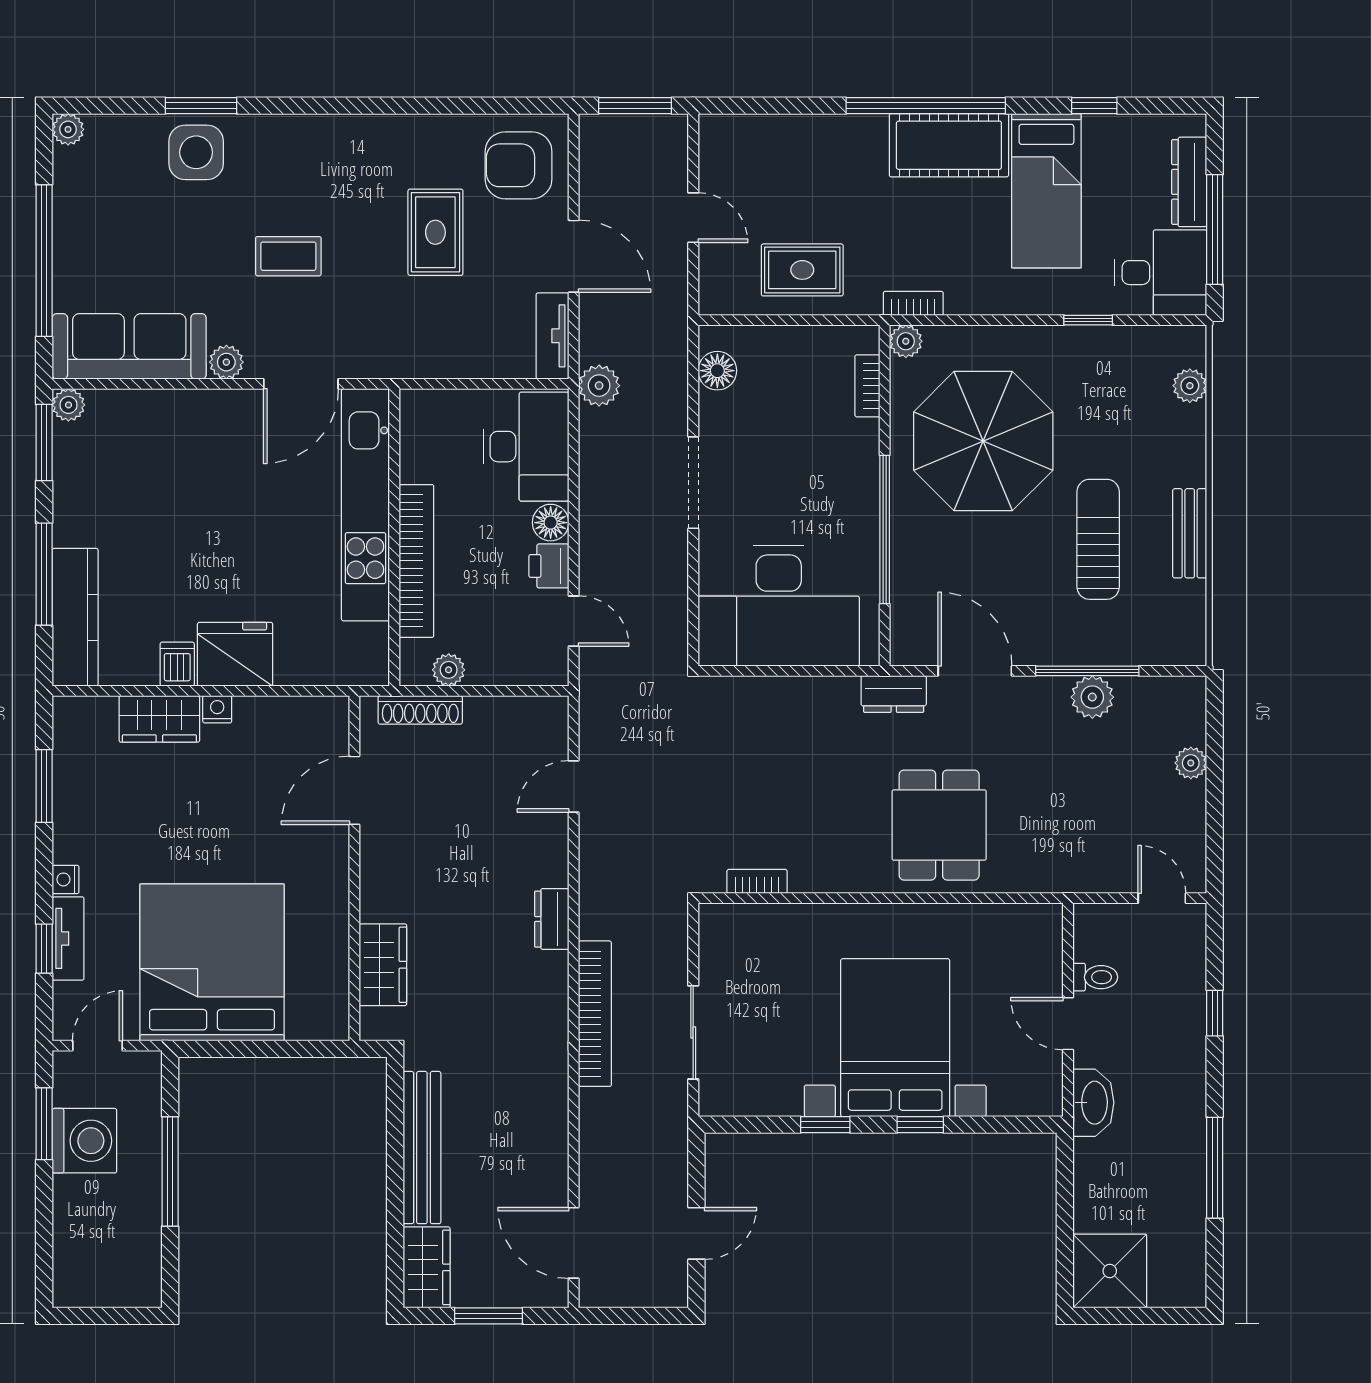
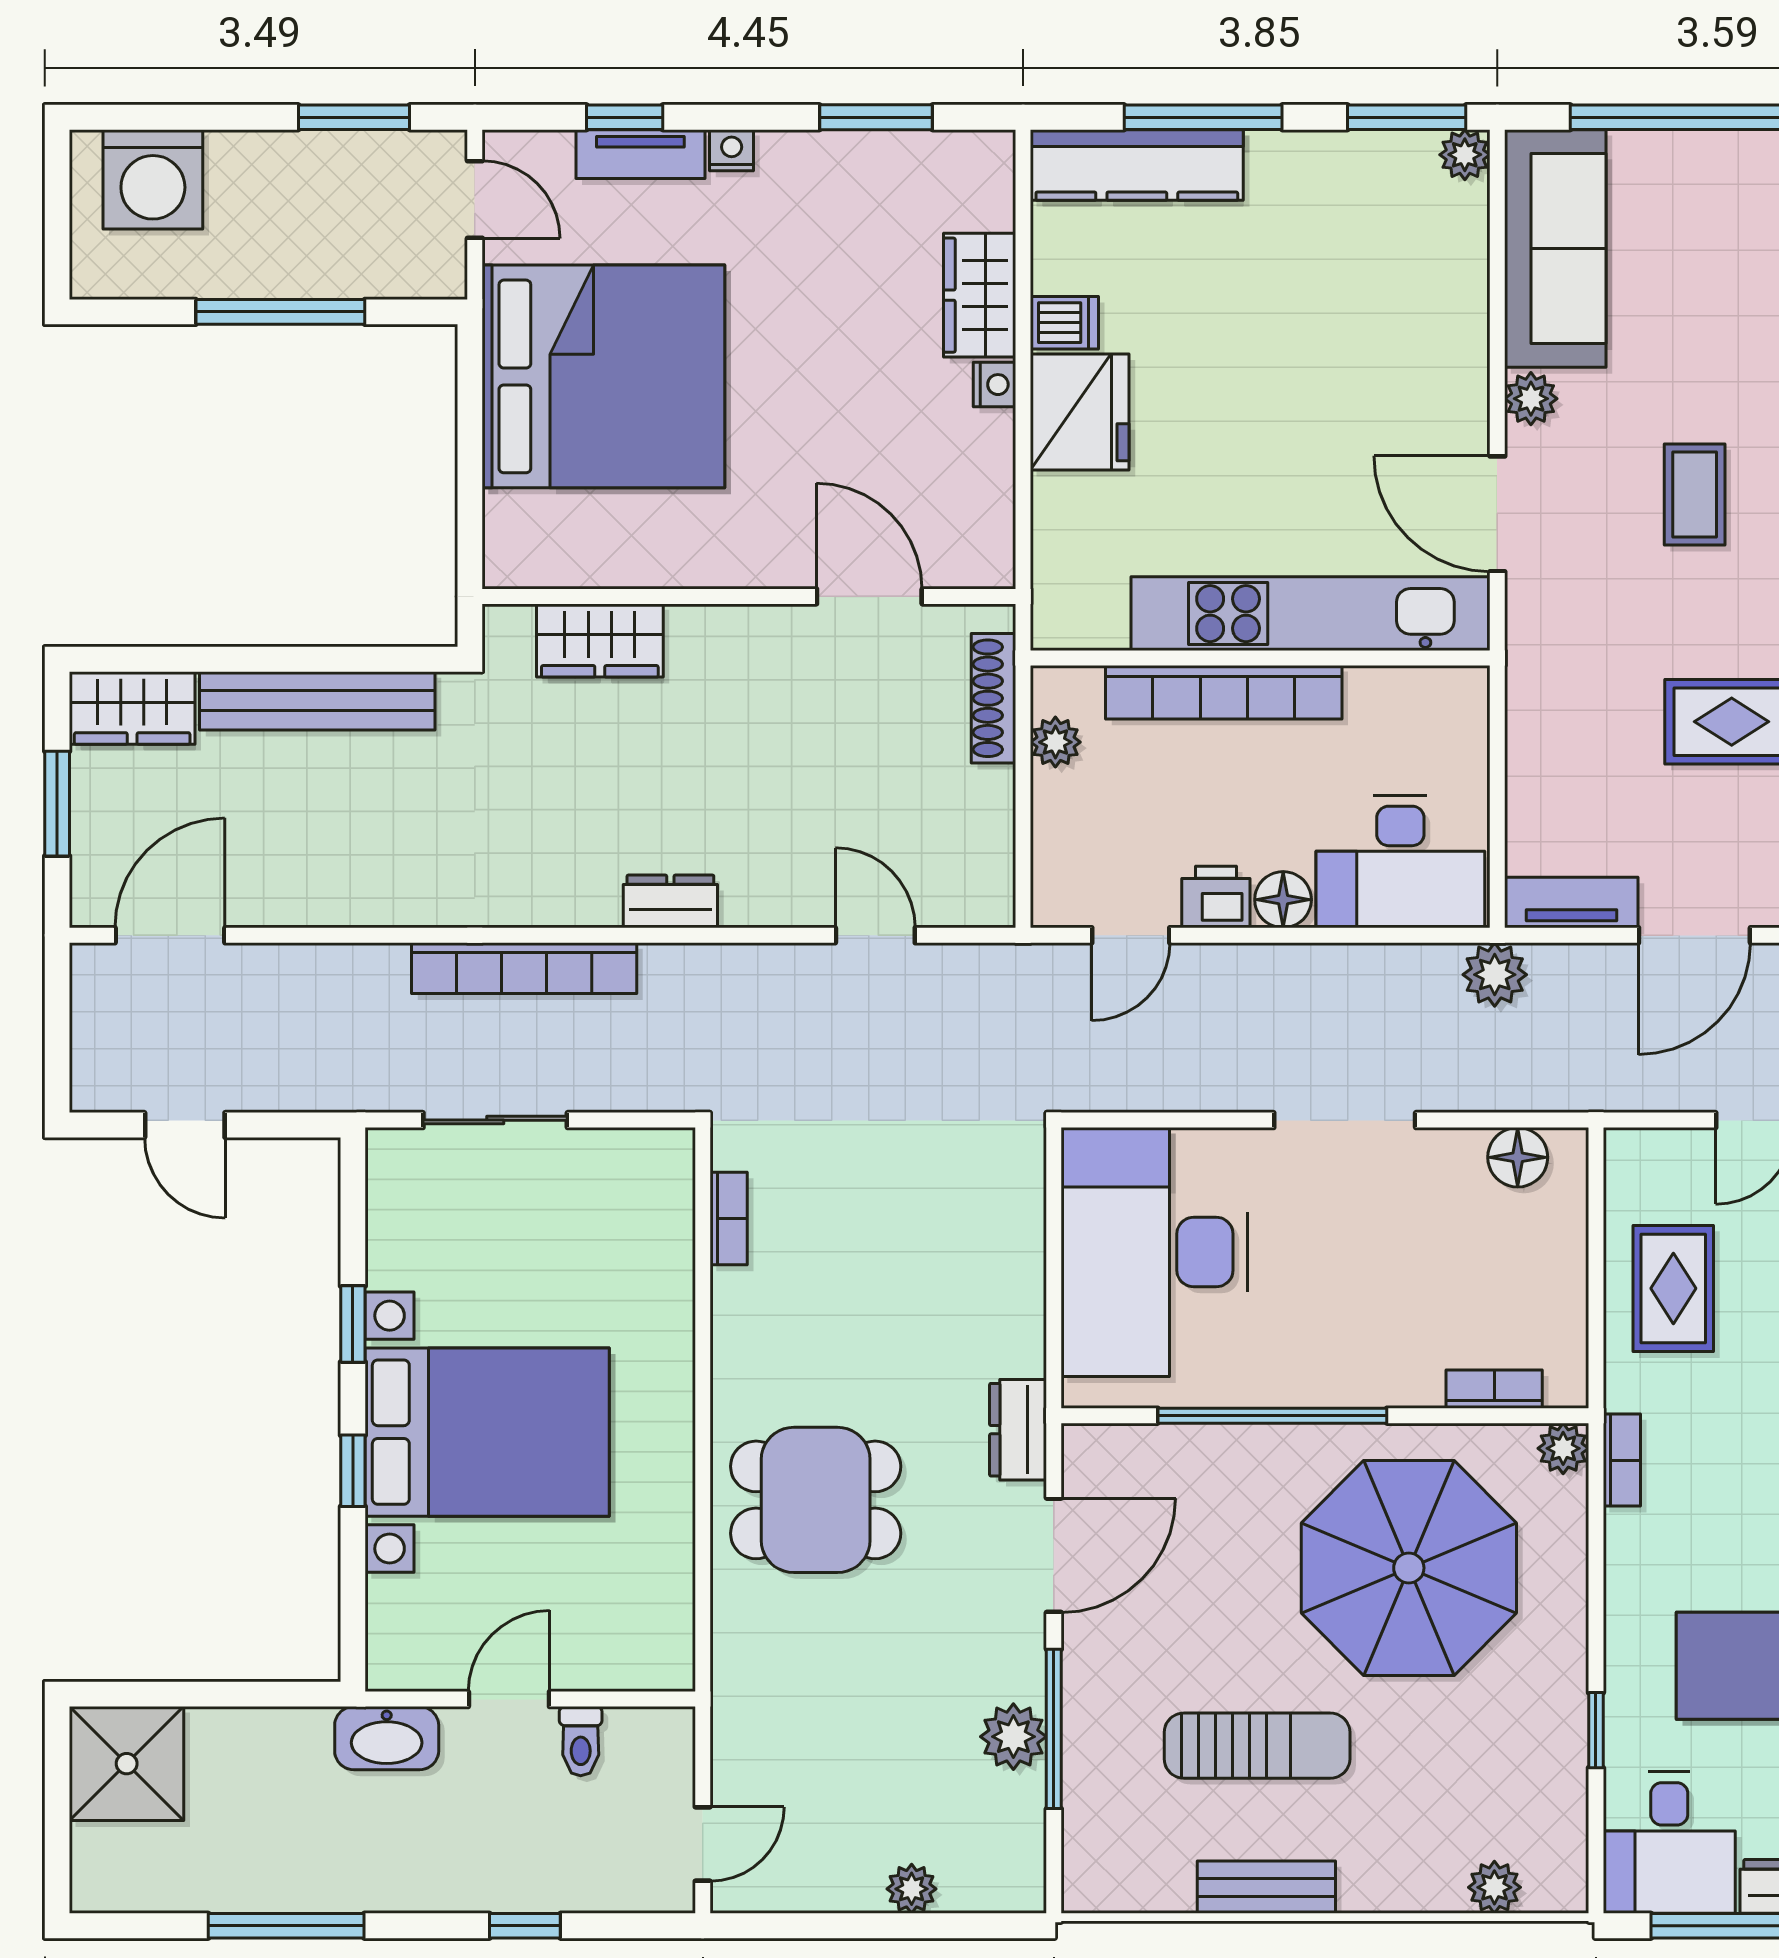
washing machine: (84, 1141) -> (153, 179), moved

